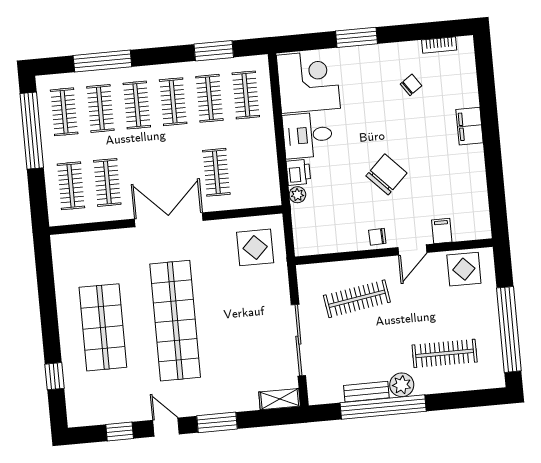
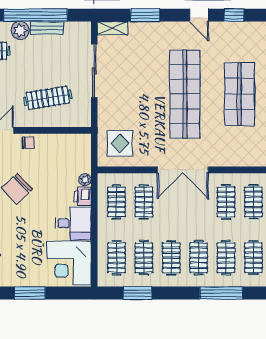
clothes rail: (253, 169) -> (117, 202), added
window: (217, 422) -> (145, 15), moved

